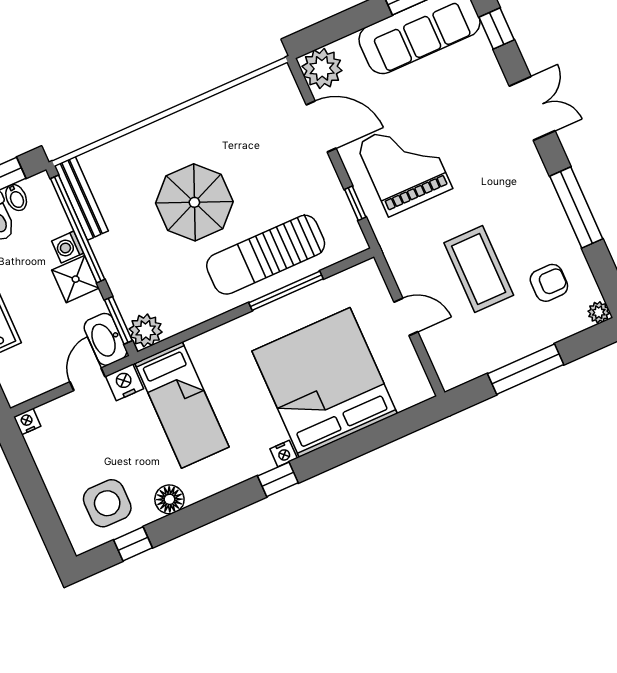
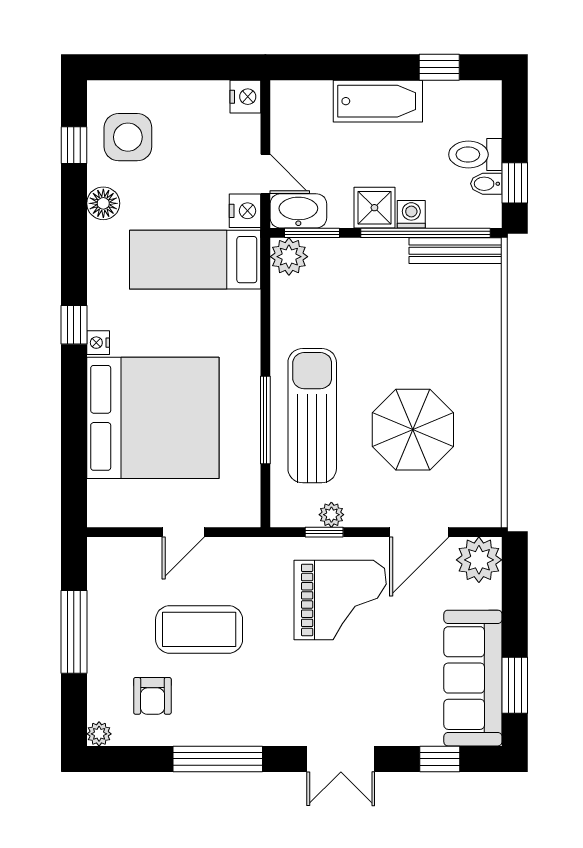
parasol: (194, 202) -> (413, 430), moved
plant: (339, 204) -> (331, 515), added
nightstand: (27, 422) -> (245, 97), width x1.39, depth x1.35

